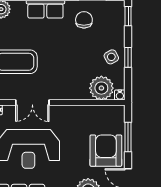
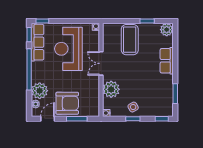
chair: (84, 20) -> (159, 88), removed
plant: (101, 88) -> (111, 89), moved
double door: (32, 102) -> (101, 63), moved

